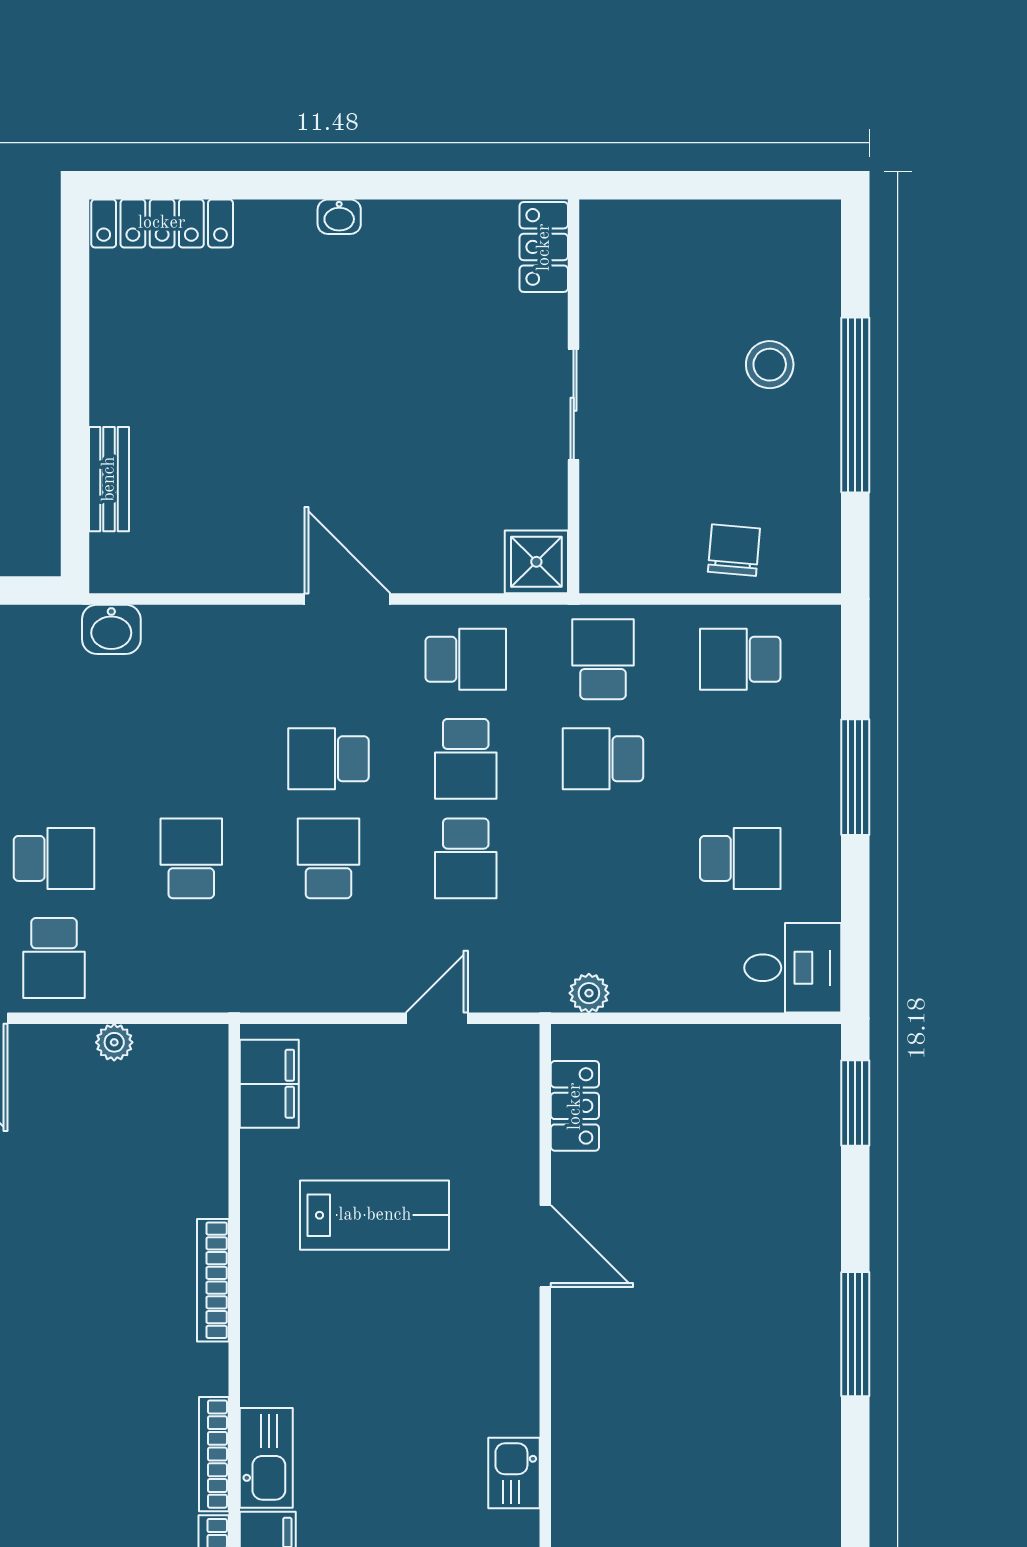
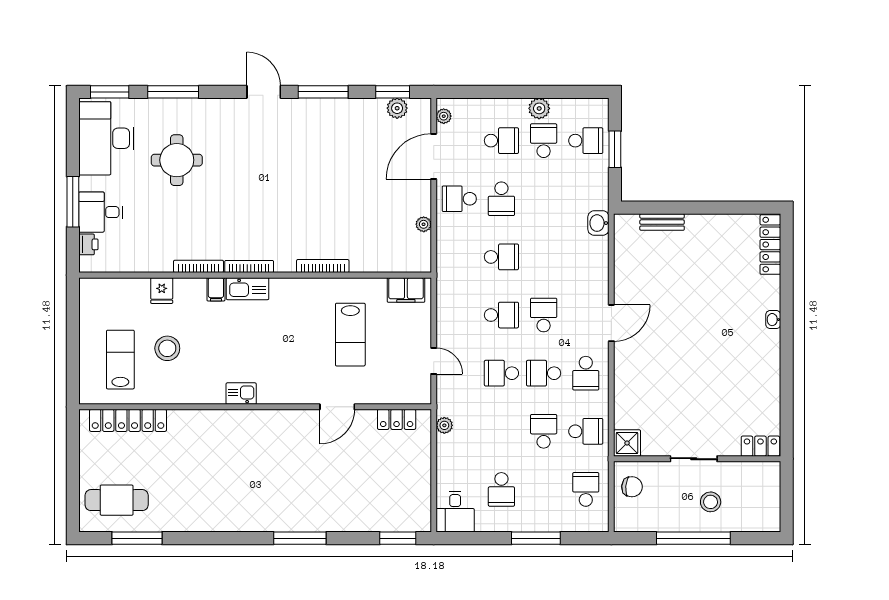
locker: (544, 247) -> (760, 446), moved
wall: (574, 396) -> (697, 459), moved
sliding door: (574, 404) -> (694, 459), moved
shower: (536, 562) -> (627, 443), moved

